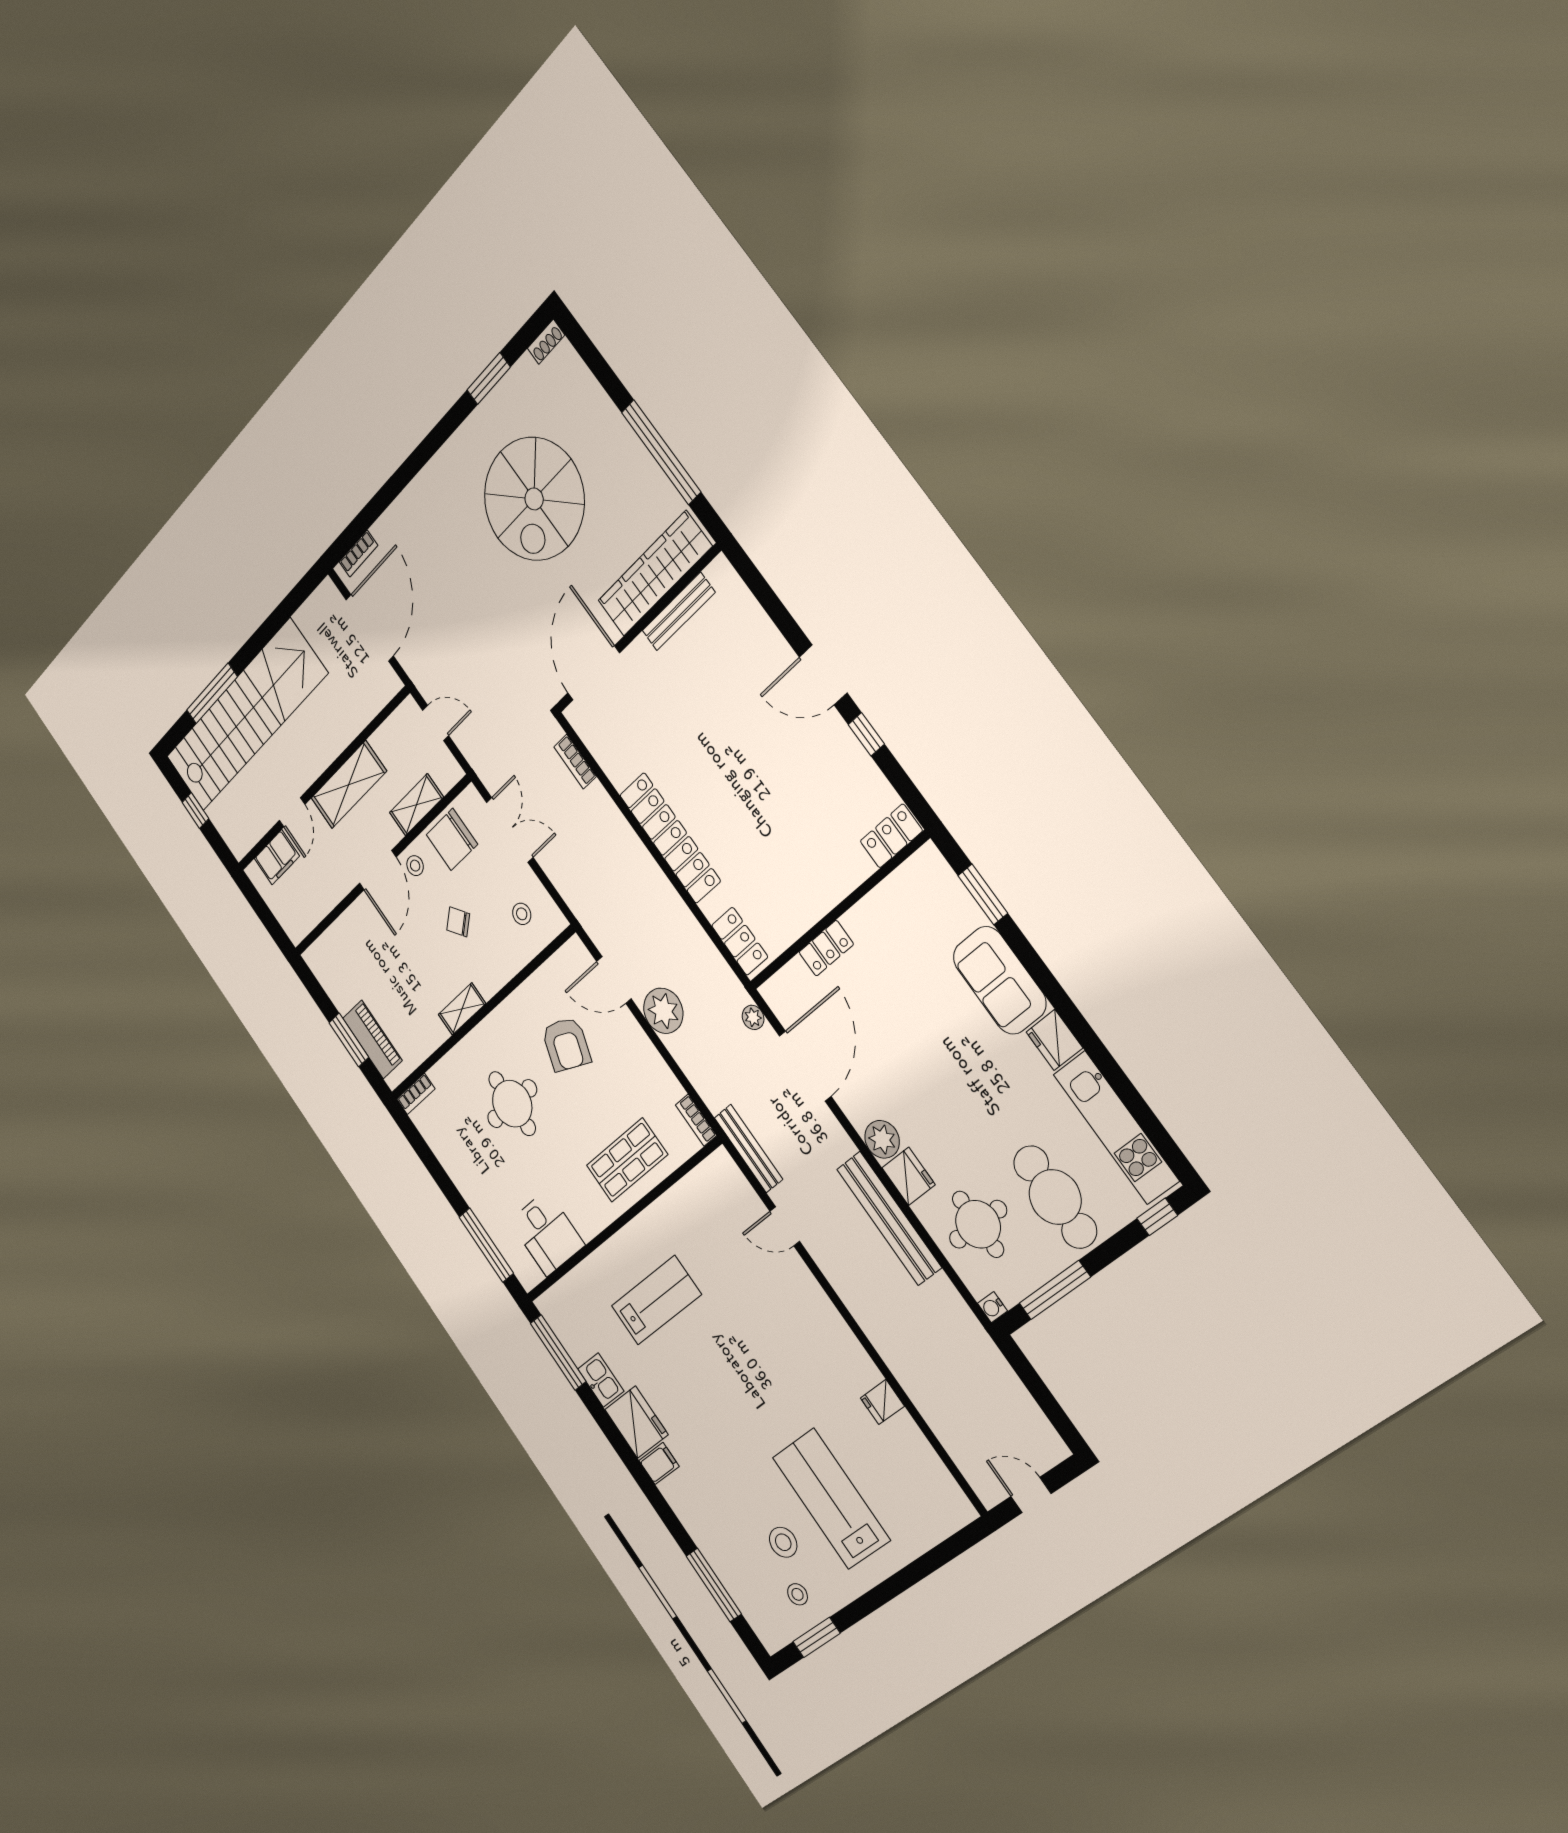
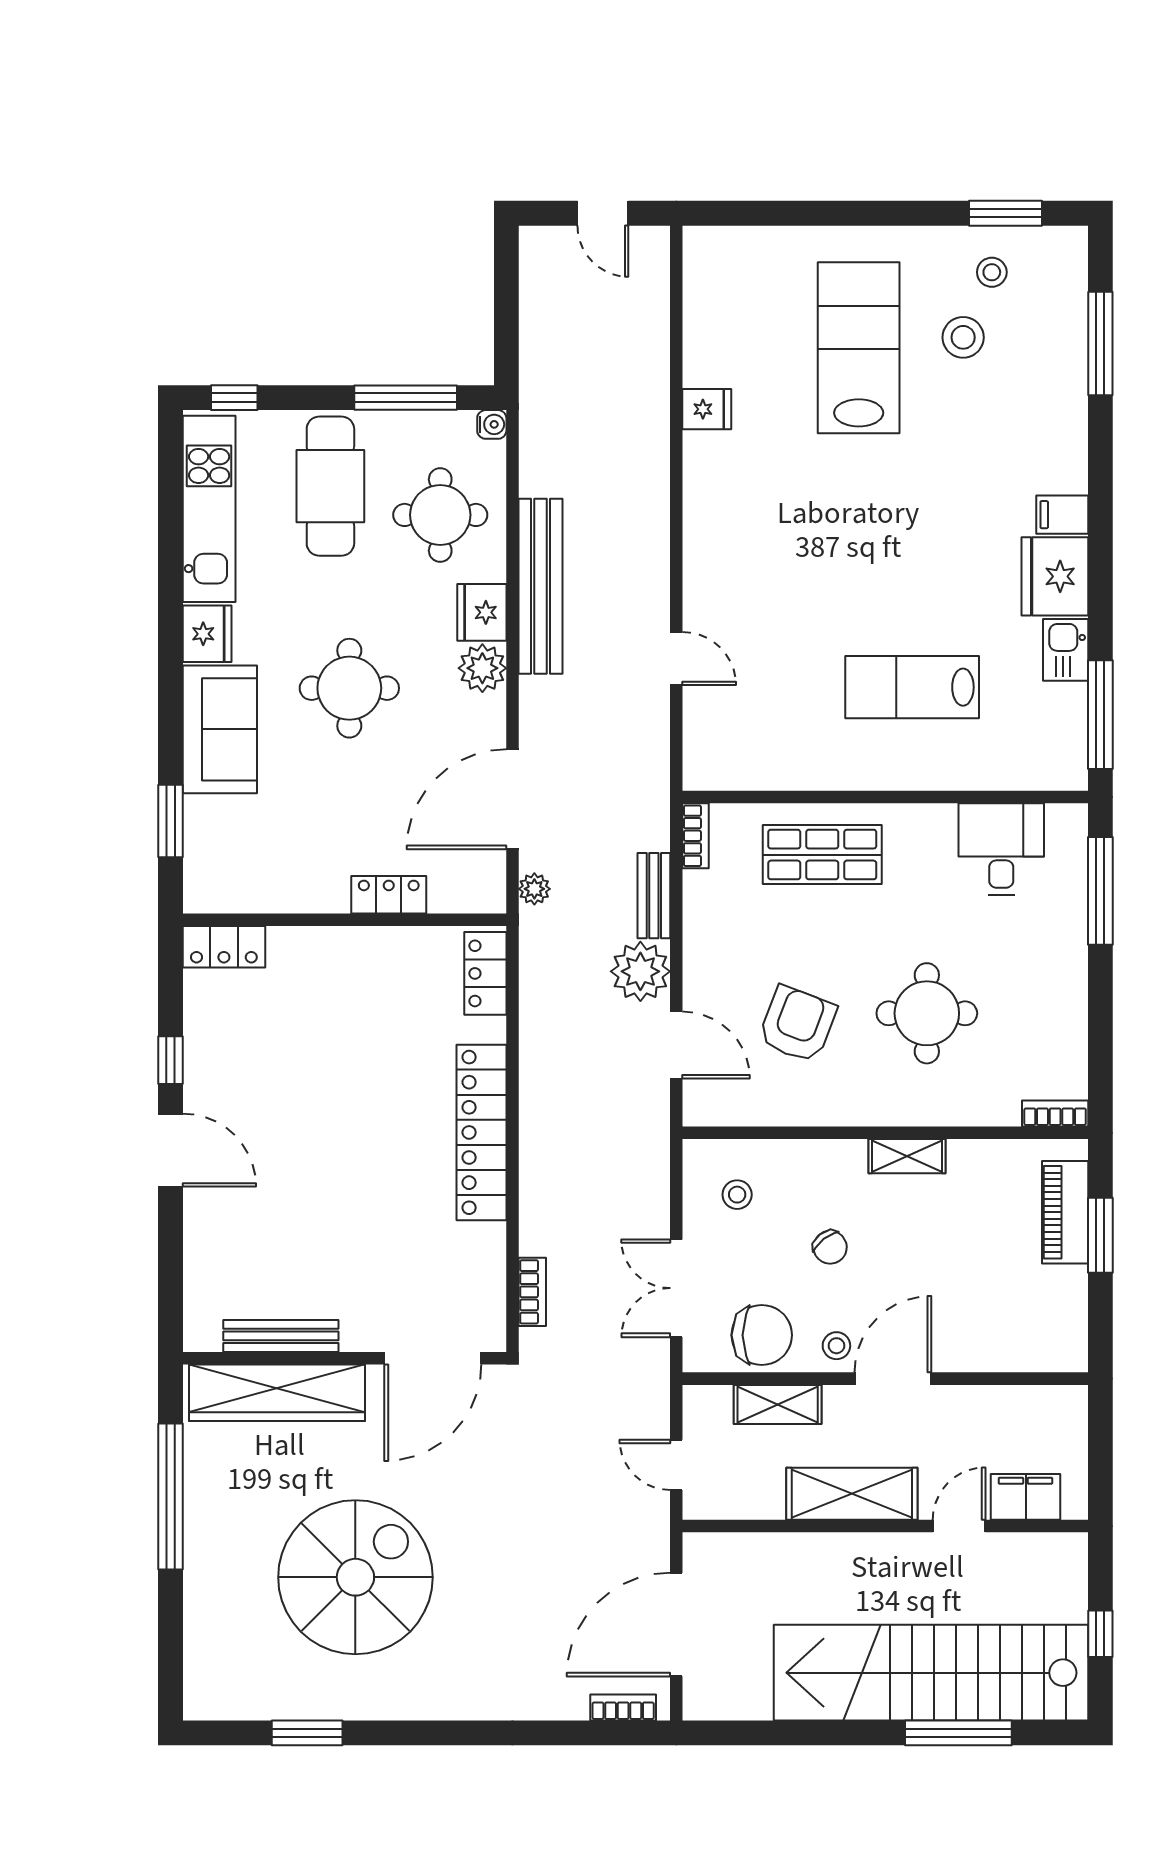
shoe rack: (546, 342) -> (210, 1708), removed
round table: (946, 1068) -> (349, 688), added
bench: (748, 1149) -> (654, 896), moved, width x0.73
lab bench: (831, 1499) -> (859, 348), turned 180

